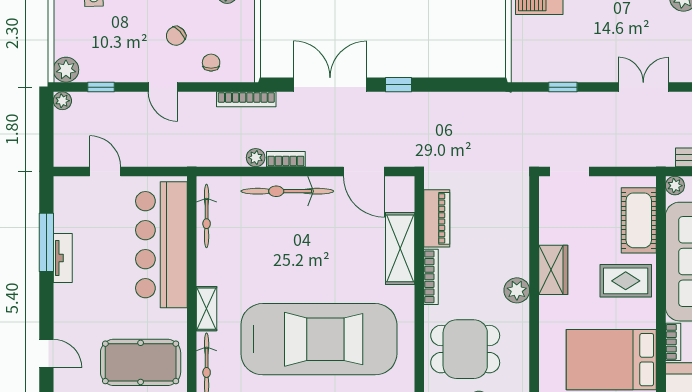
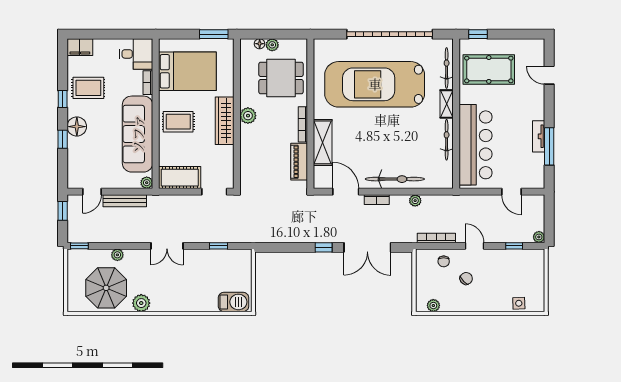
plant: (66, 70) -> (537, 257), removed
bookcase: (246, 99) -> (436, 238), moved
bookcase: (286, 159) -> (377, 200), moved
bicycle: (207, 216) -> (447, 140), moved
cot: (639, 220) -> (180, 178), moved, turned 90
wardrobe: (553, 270) -> (225, 121), width x1.50

